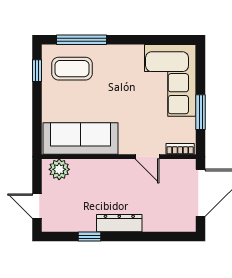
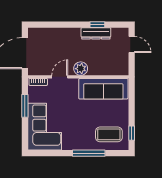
window: (82, 40) -> (89, 153), moved
door: (147, 157) -> (60, 77), hinge flipped
plant: (59, 169) -> (81, 69), moved
dresser: (119, 223) -> (96, 33), moved

